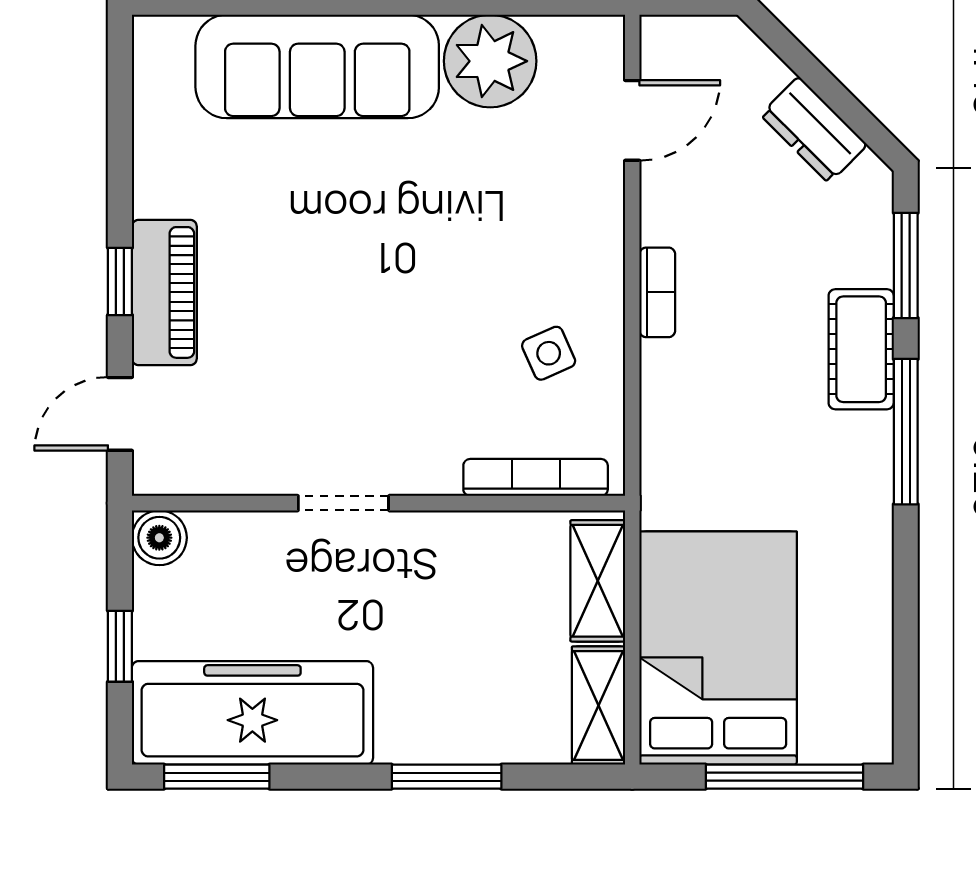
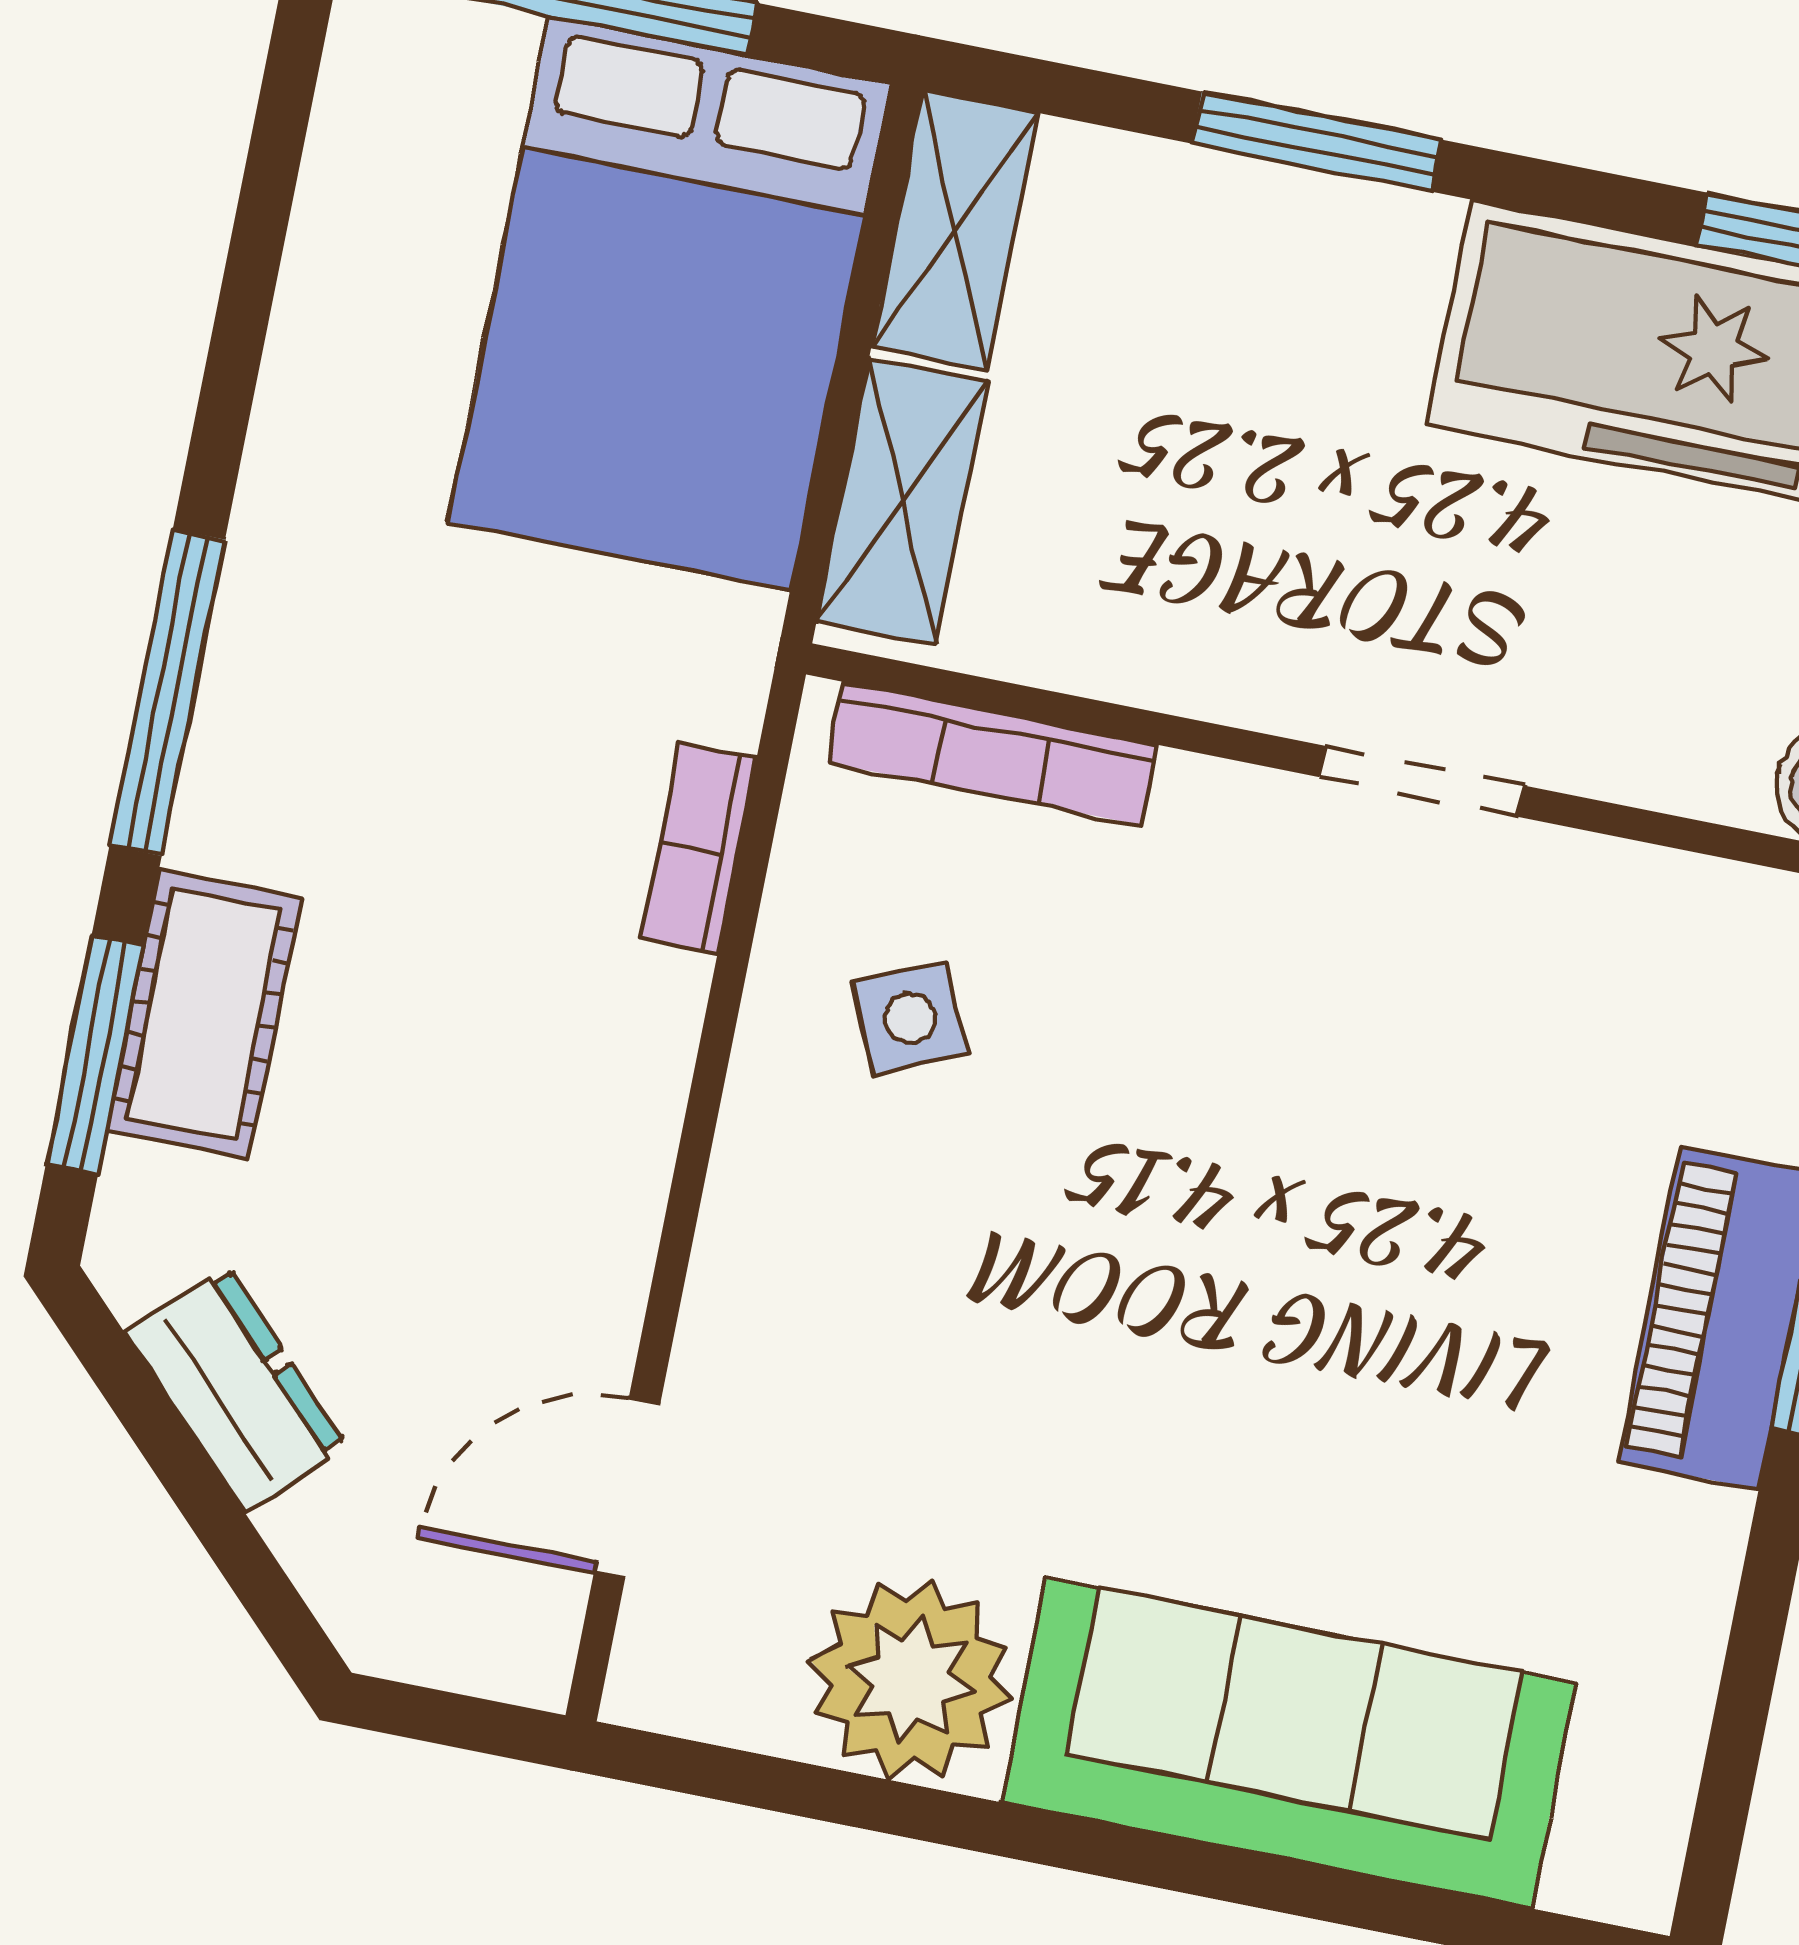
bookcase: (657, 292) -> (698, 848), moved
cot: (861, 349) -> (204, 1014), moved

